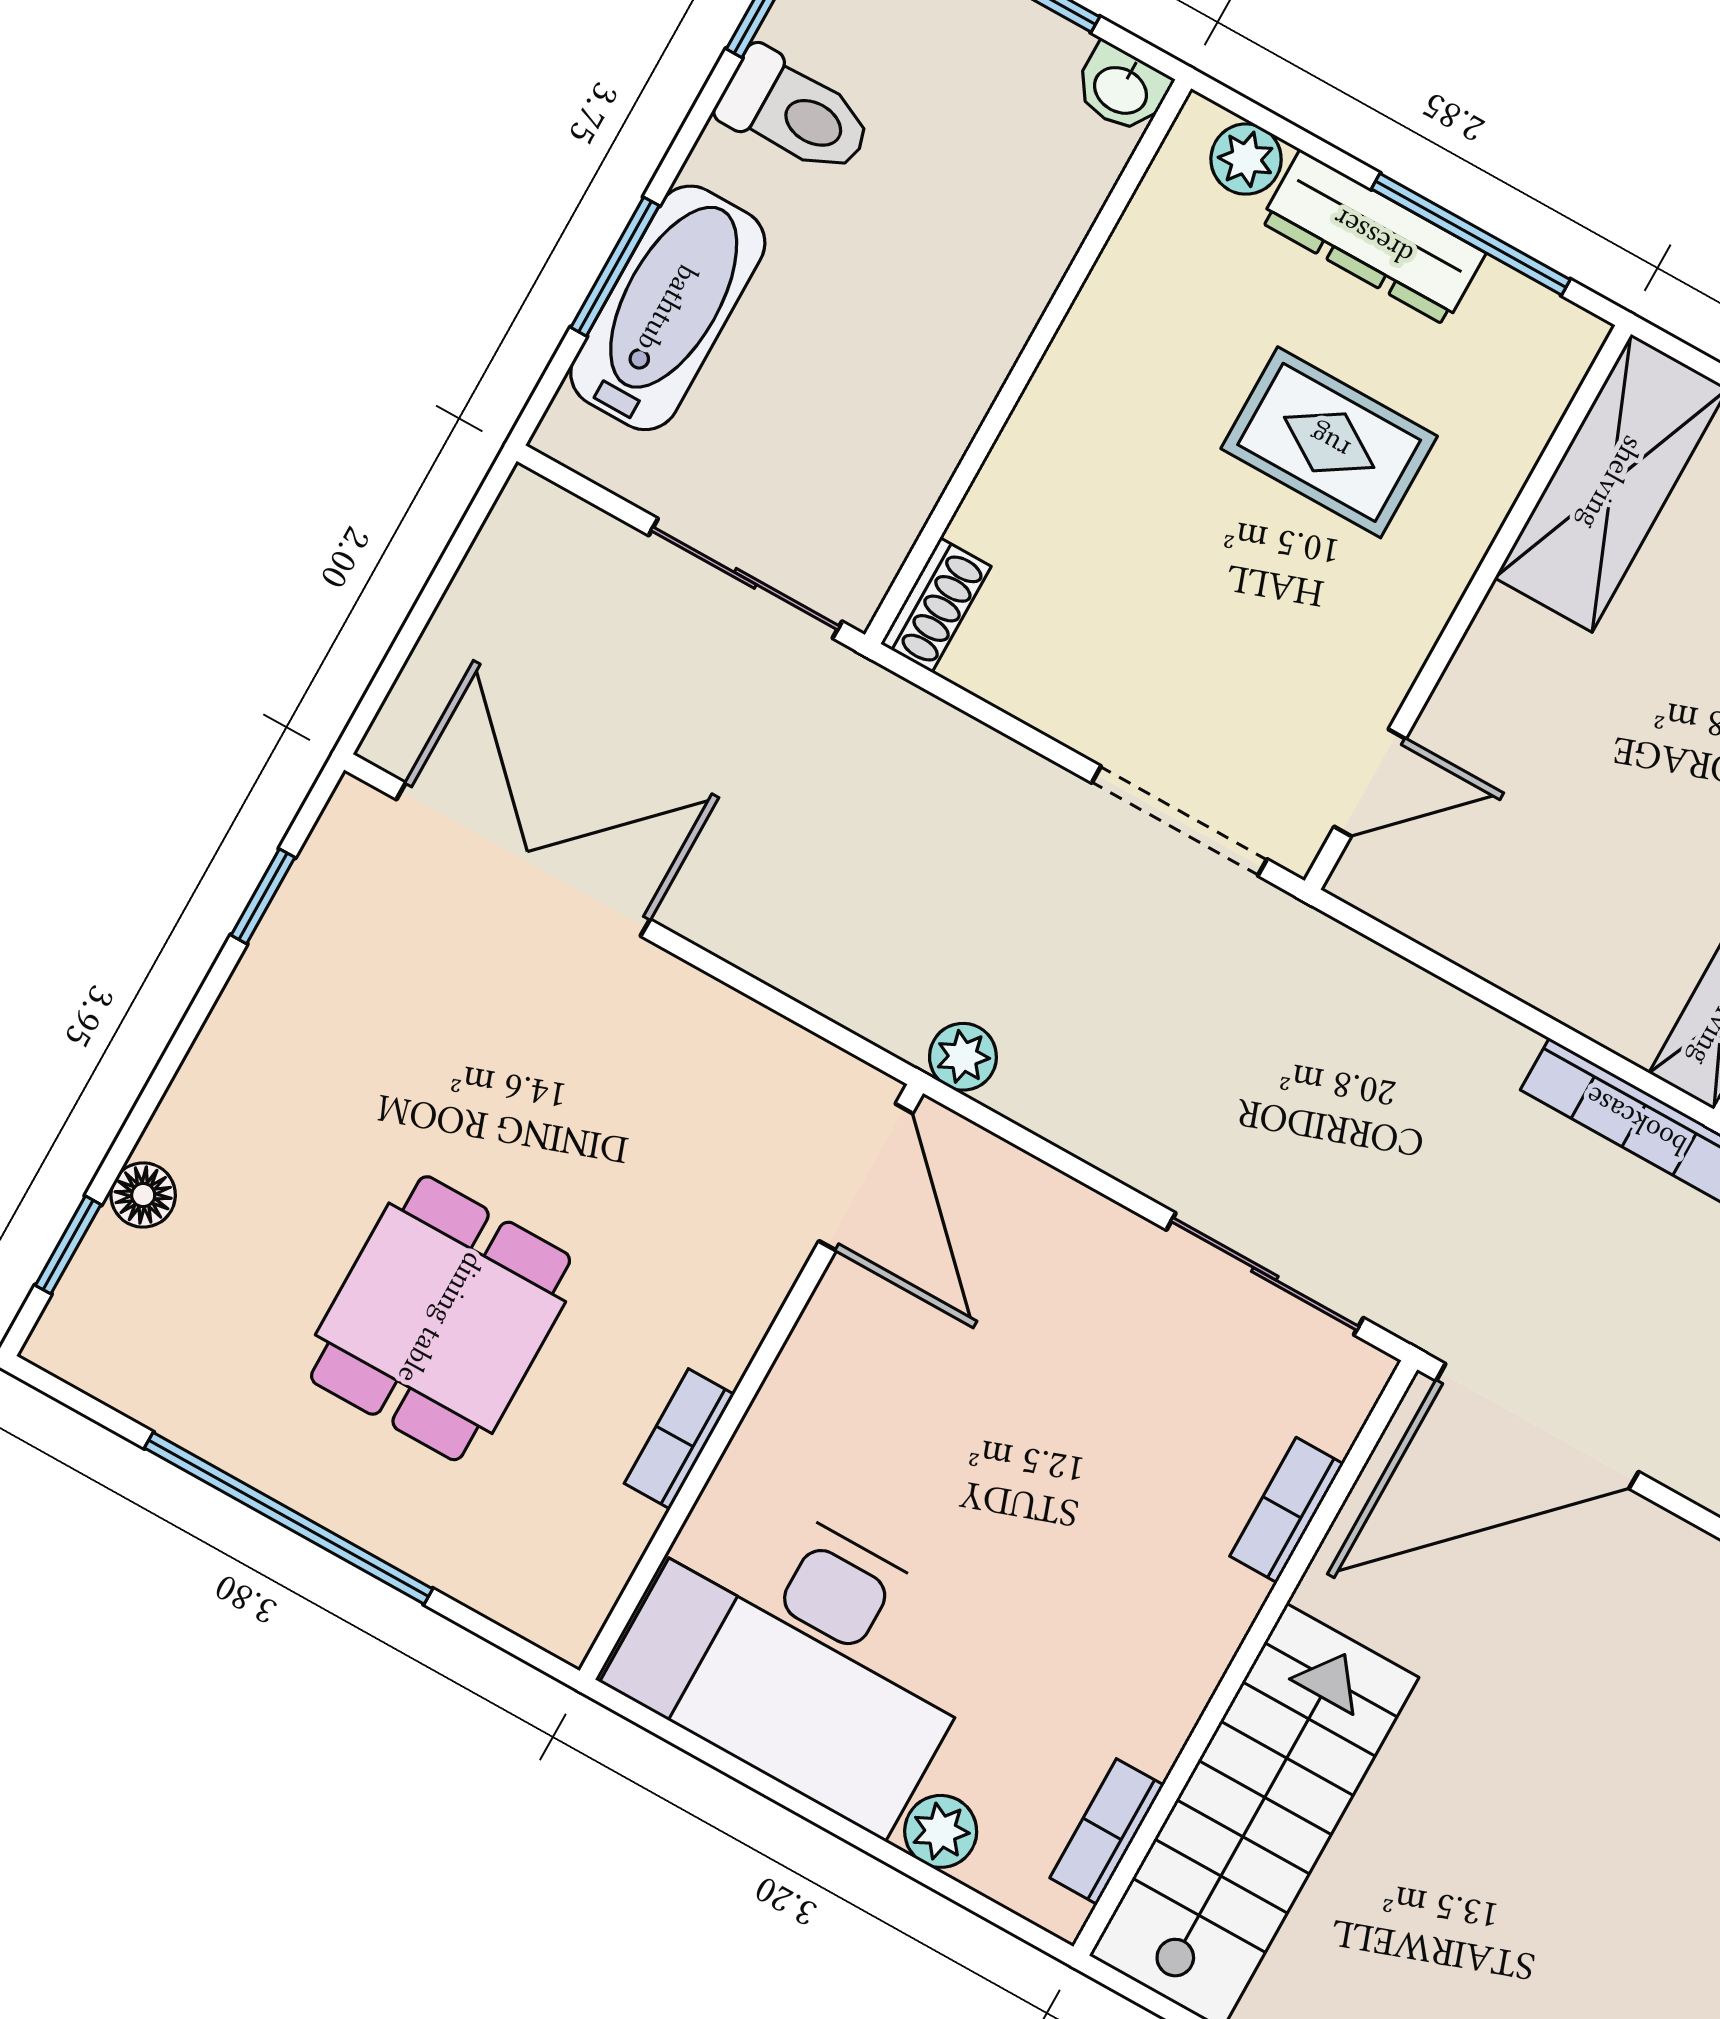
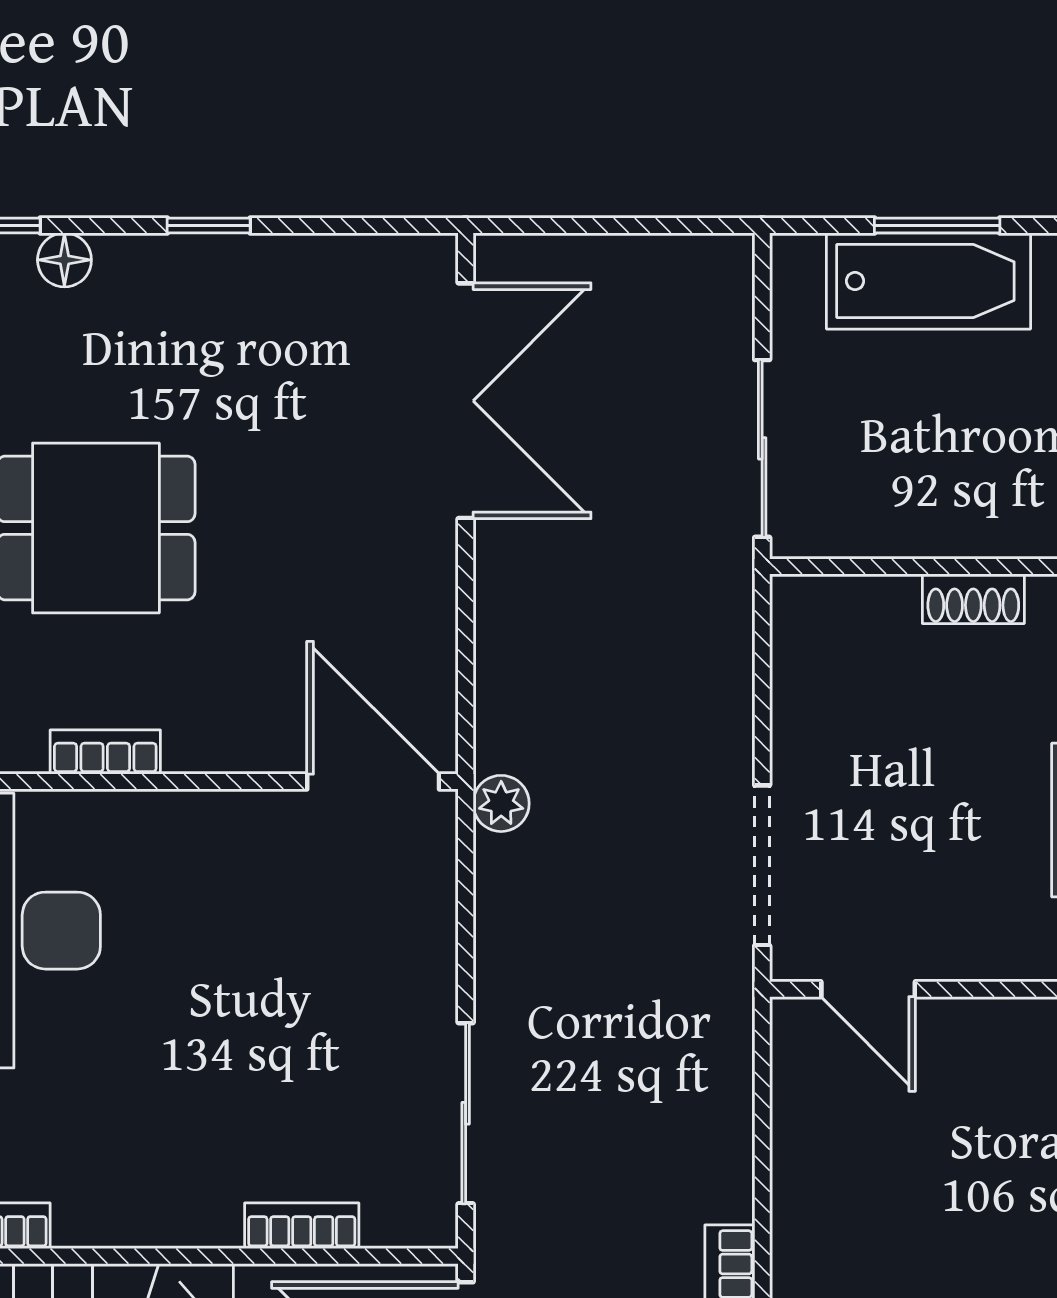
shoe rack: (936, 605) -> (973, 599), moved
window: (263, 896) -> (209, 225), moved
door: (866, 1177) -> (373, 782), swing flipped

